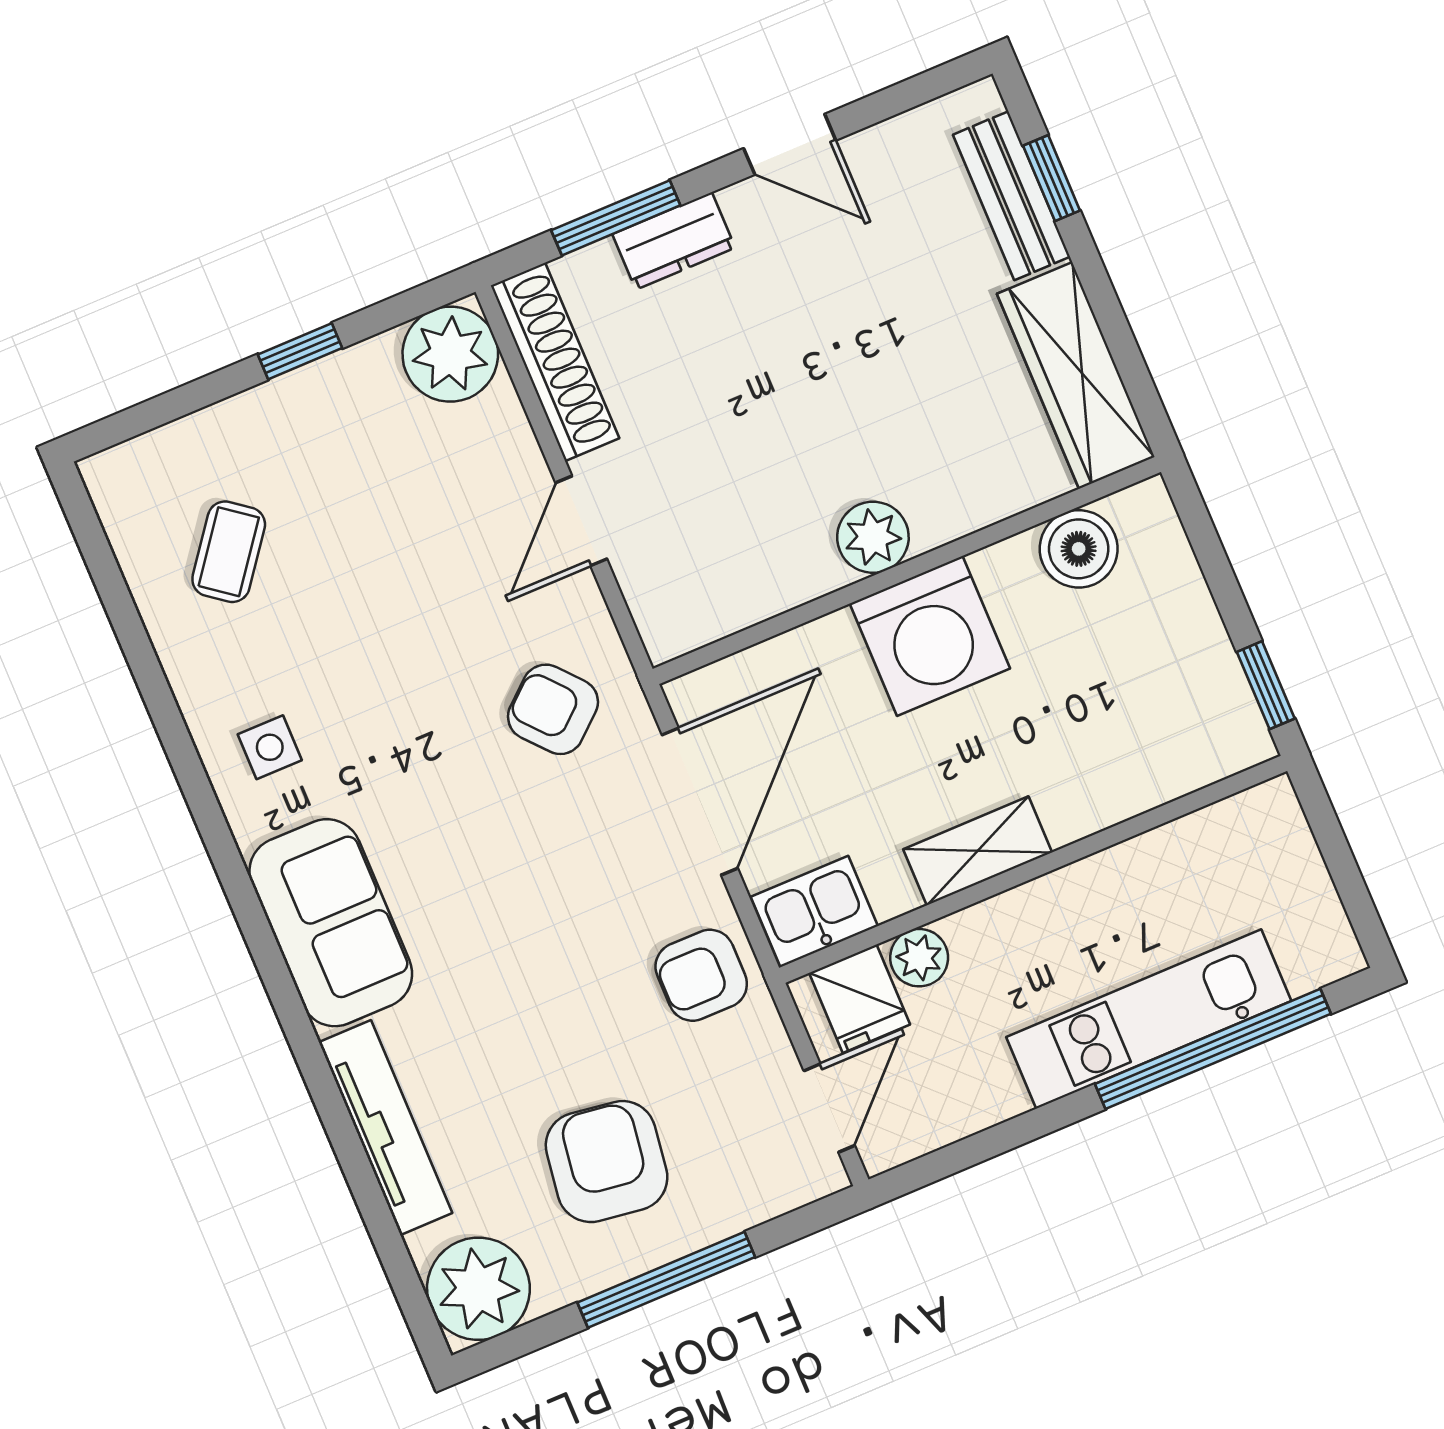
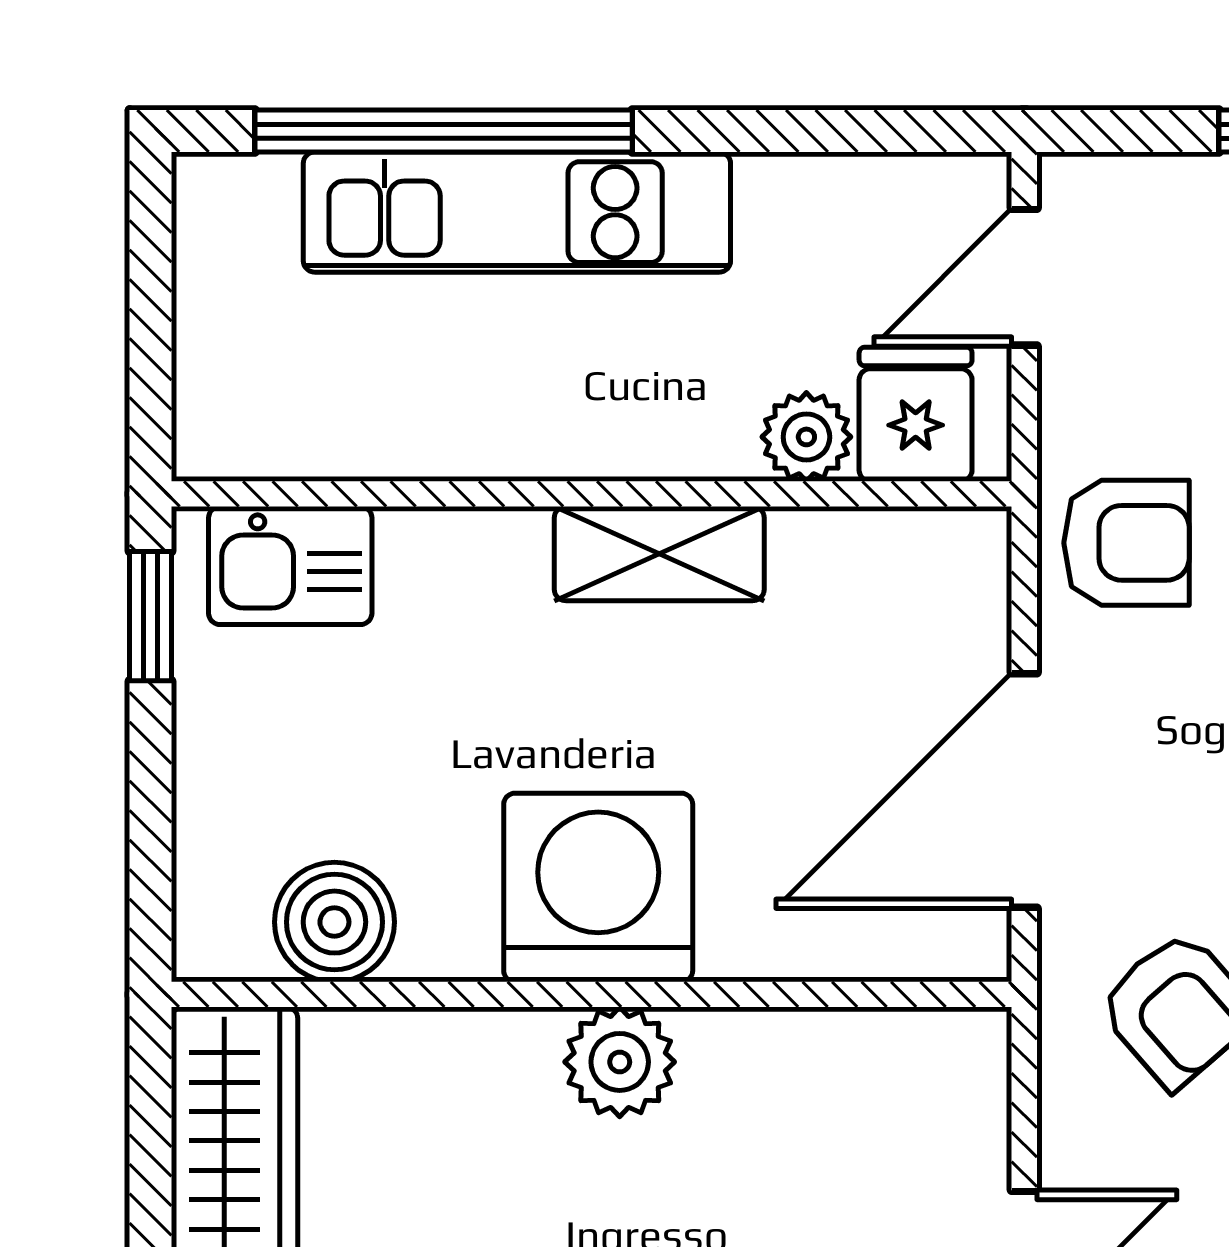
kitchen sink: (814, 911) -> (290, 566), moved

